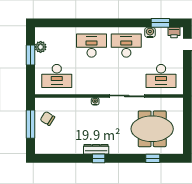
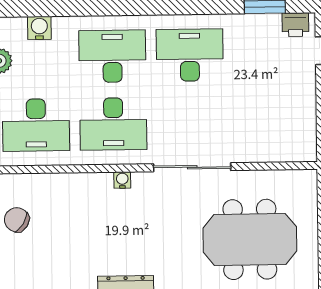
water cooler: (150, 32) -> (39, 28), moved
desk: (161, 76) -> (113, 124), moved

